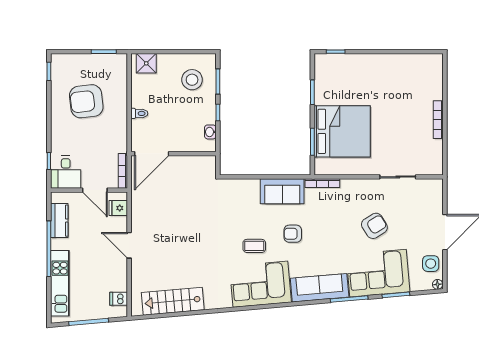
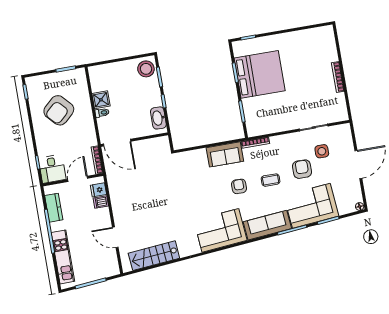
shower: (146, 63) -> (101, 100), moved
stool: (192, 80) -> (146, 69), moved
armchair: (86, 101) -> (59, 110), turned -36
bed: (342, 131) -> (260, 74), moved
washbasin: (210, 132) -> (158, 118), width x1.91, depth x1.45
door: (152, 154) -> (117, 143), hinge flipped
door: (95, 190) -> (78, 179), swing flipped
armchair: (374, 226) -> (302, 169), turned -58
armchair: (293, 234) -> (239, 186), turned 90
door: (129, 245) -> (115, 237), moved
coffee table: (254, 246) -> (271, 180), moved
side table: (431, 264) -> (322, 151), moved
dishwasher: (119, 299) -> (101, 202), moved

